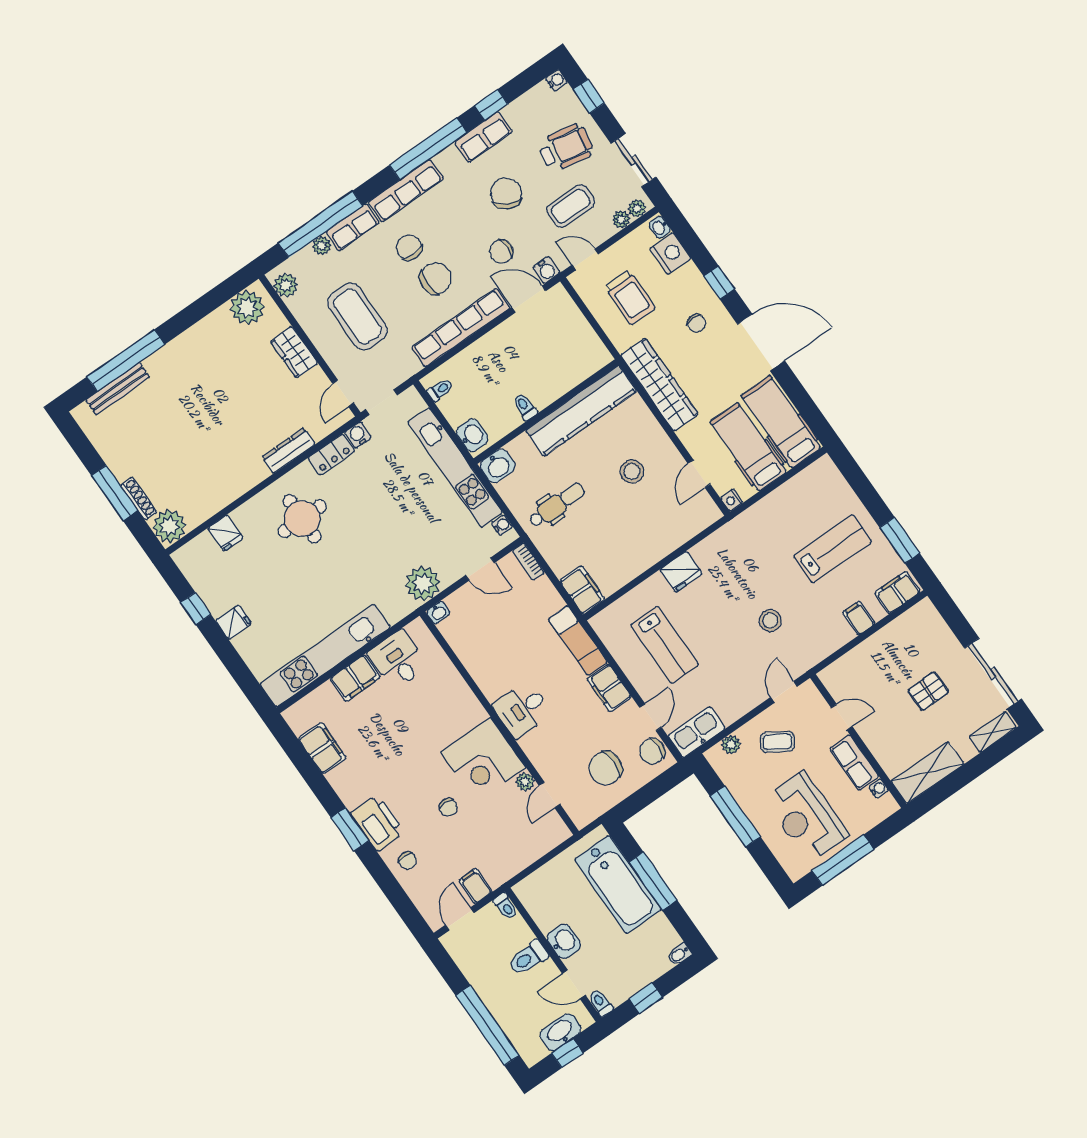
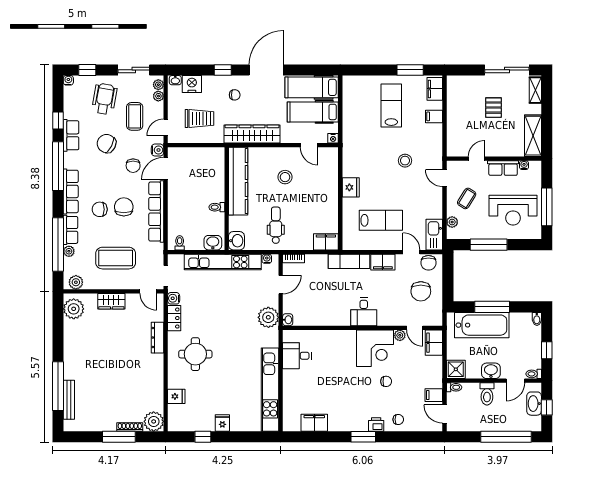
filing cabinet: (355, 678) -> (434, 343), moved, turned 180
printer: (378, 823) -> (376, 424), width x0.53, depth x0.68
shower: (532, 891) -> (456, 369), added

